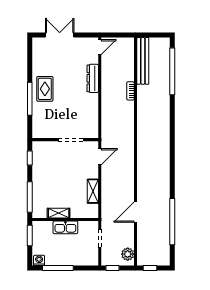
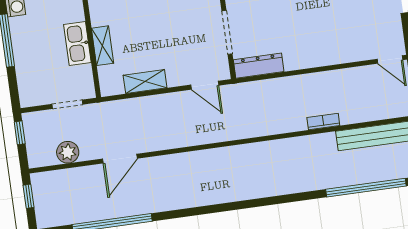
dresser: (93, 78) -> (259, 66), moved
door: (136, 212) -> (120, 159), swing flipped
shelving: (59, 213) -> (102, 46), moved
plant: (128, 254) -> (68, 152), moved

